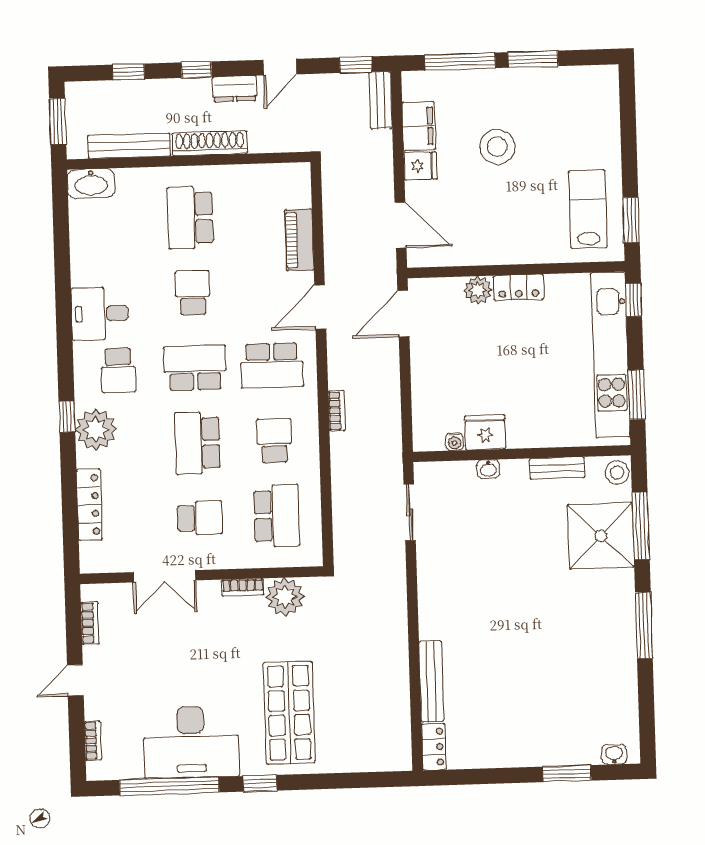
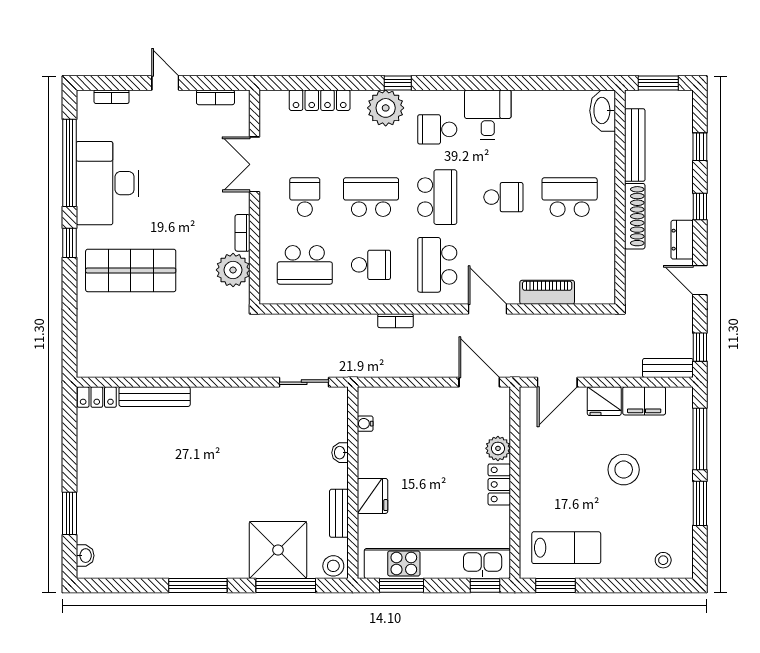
stool: (599, 99) -> (663, 560), added
fridge: (420, 166) -> (604, 401), width x1.38
fridge: (485, 432) -> (372, 496), moved
school desk: (200, 518) -> (305, 197), turned 180

